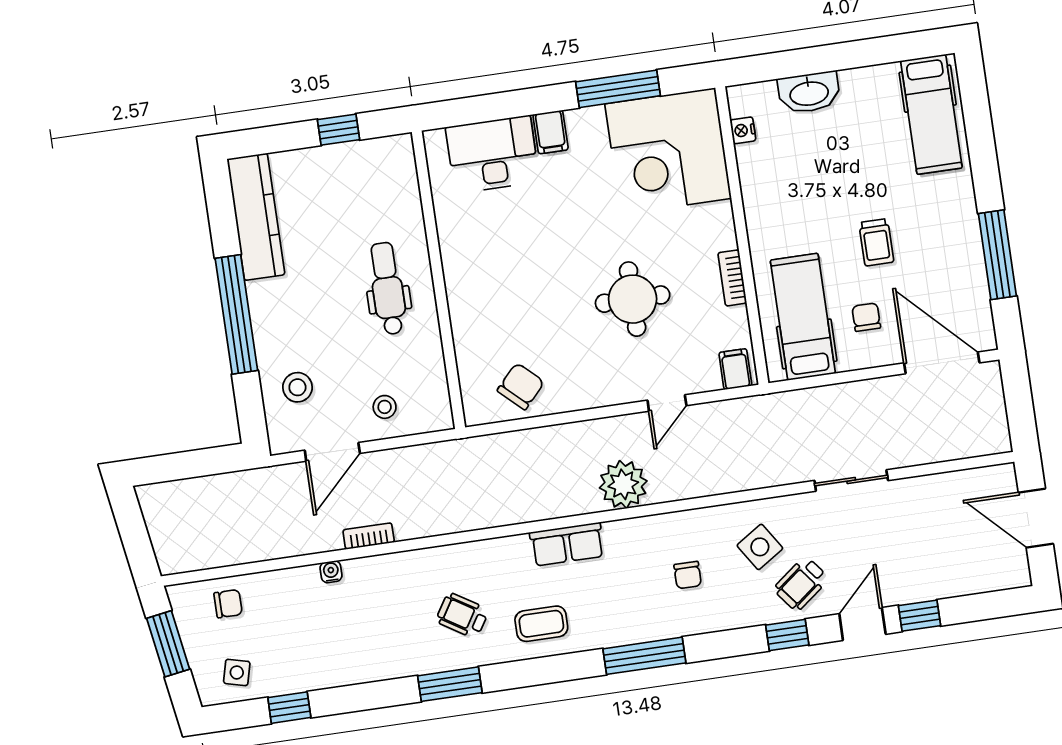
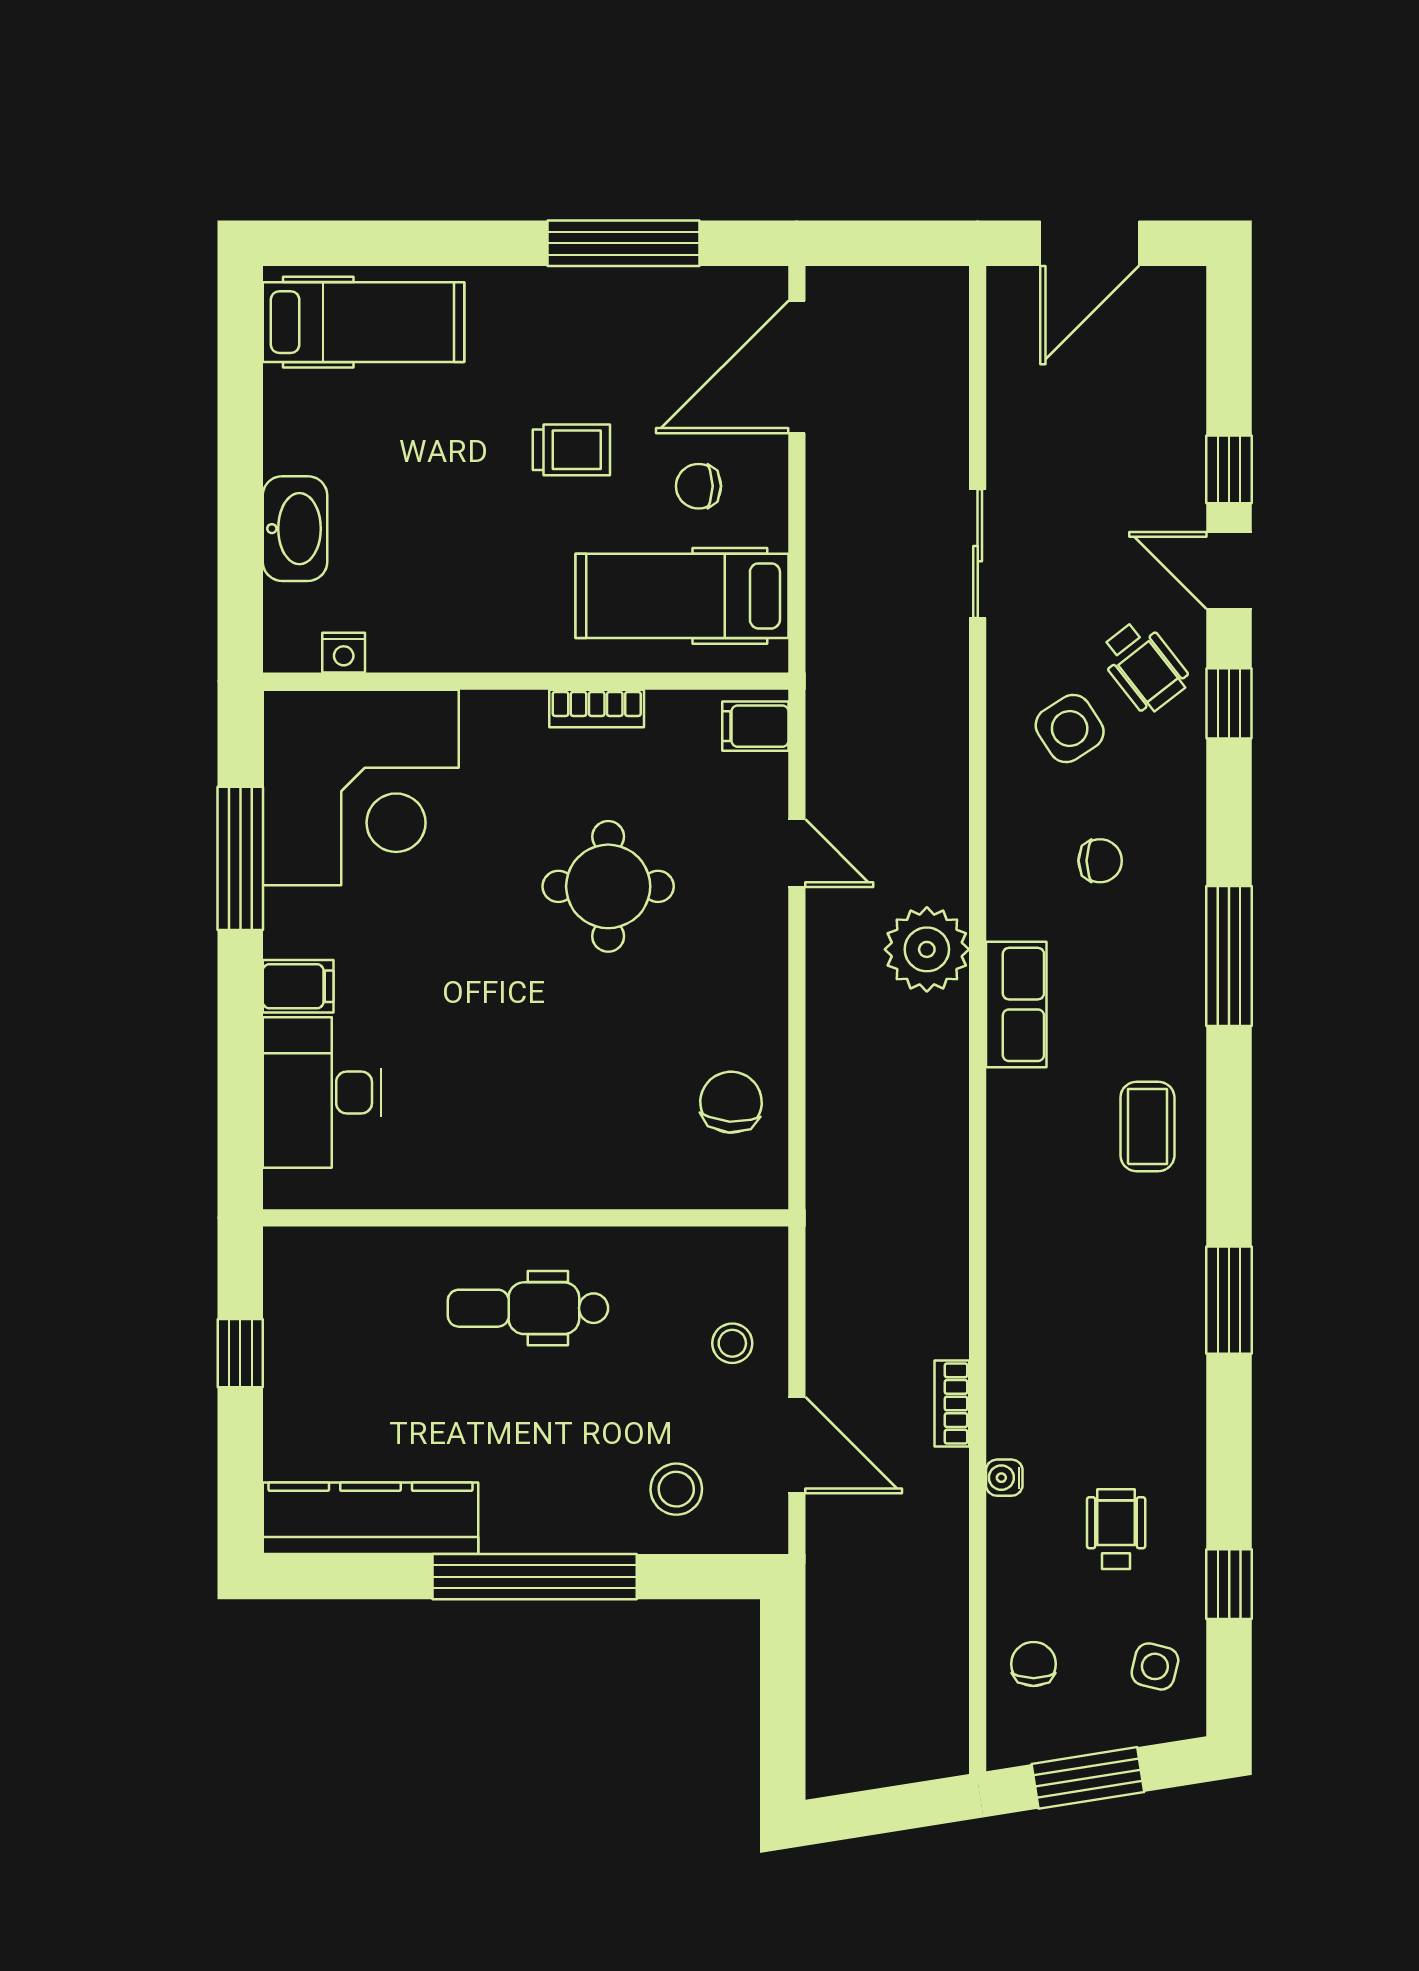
chair: (521, 386) -> (731, 1102), turned 51
row of seats: (567, 544) -> (1016, 1004), moved
wheelchair: (462, 615) -> (1116, 1529), moved, turned 148

